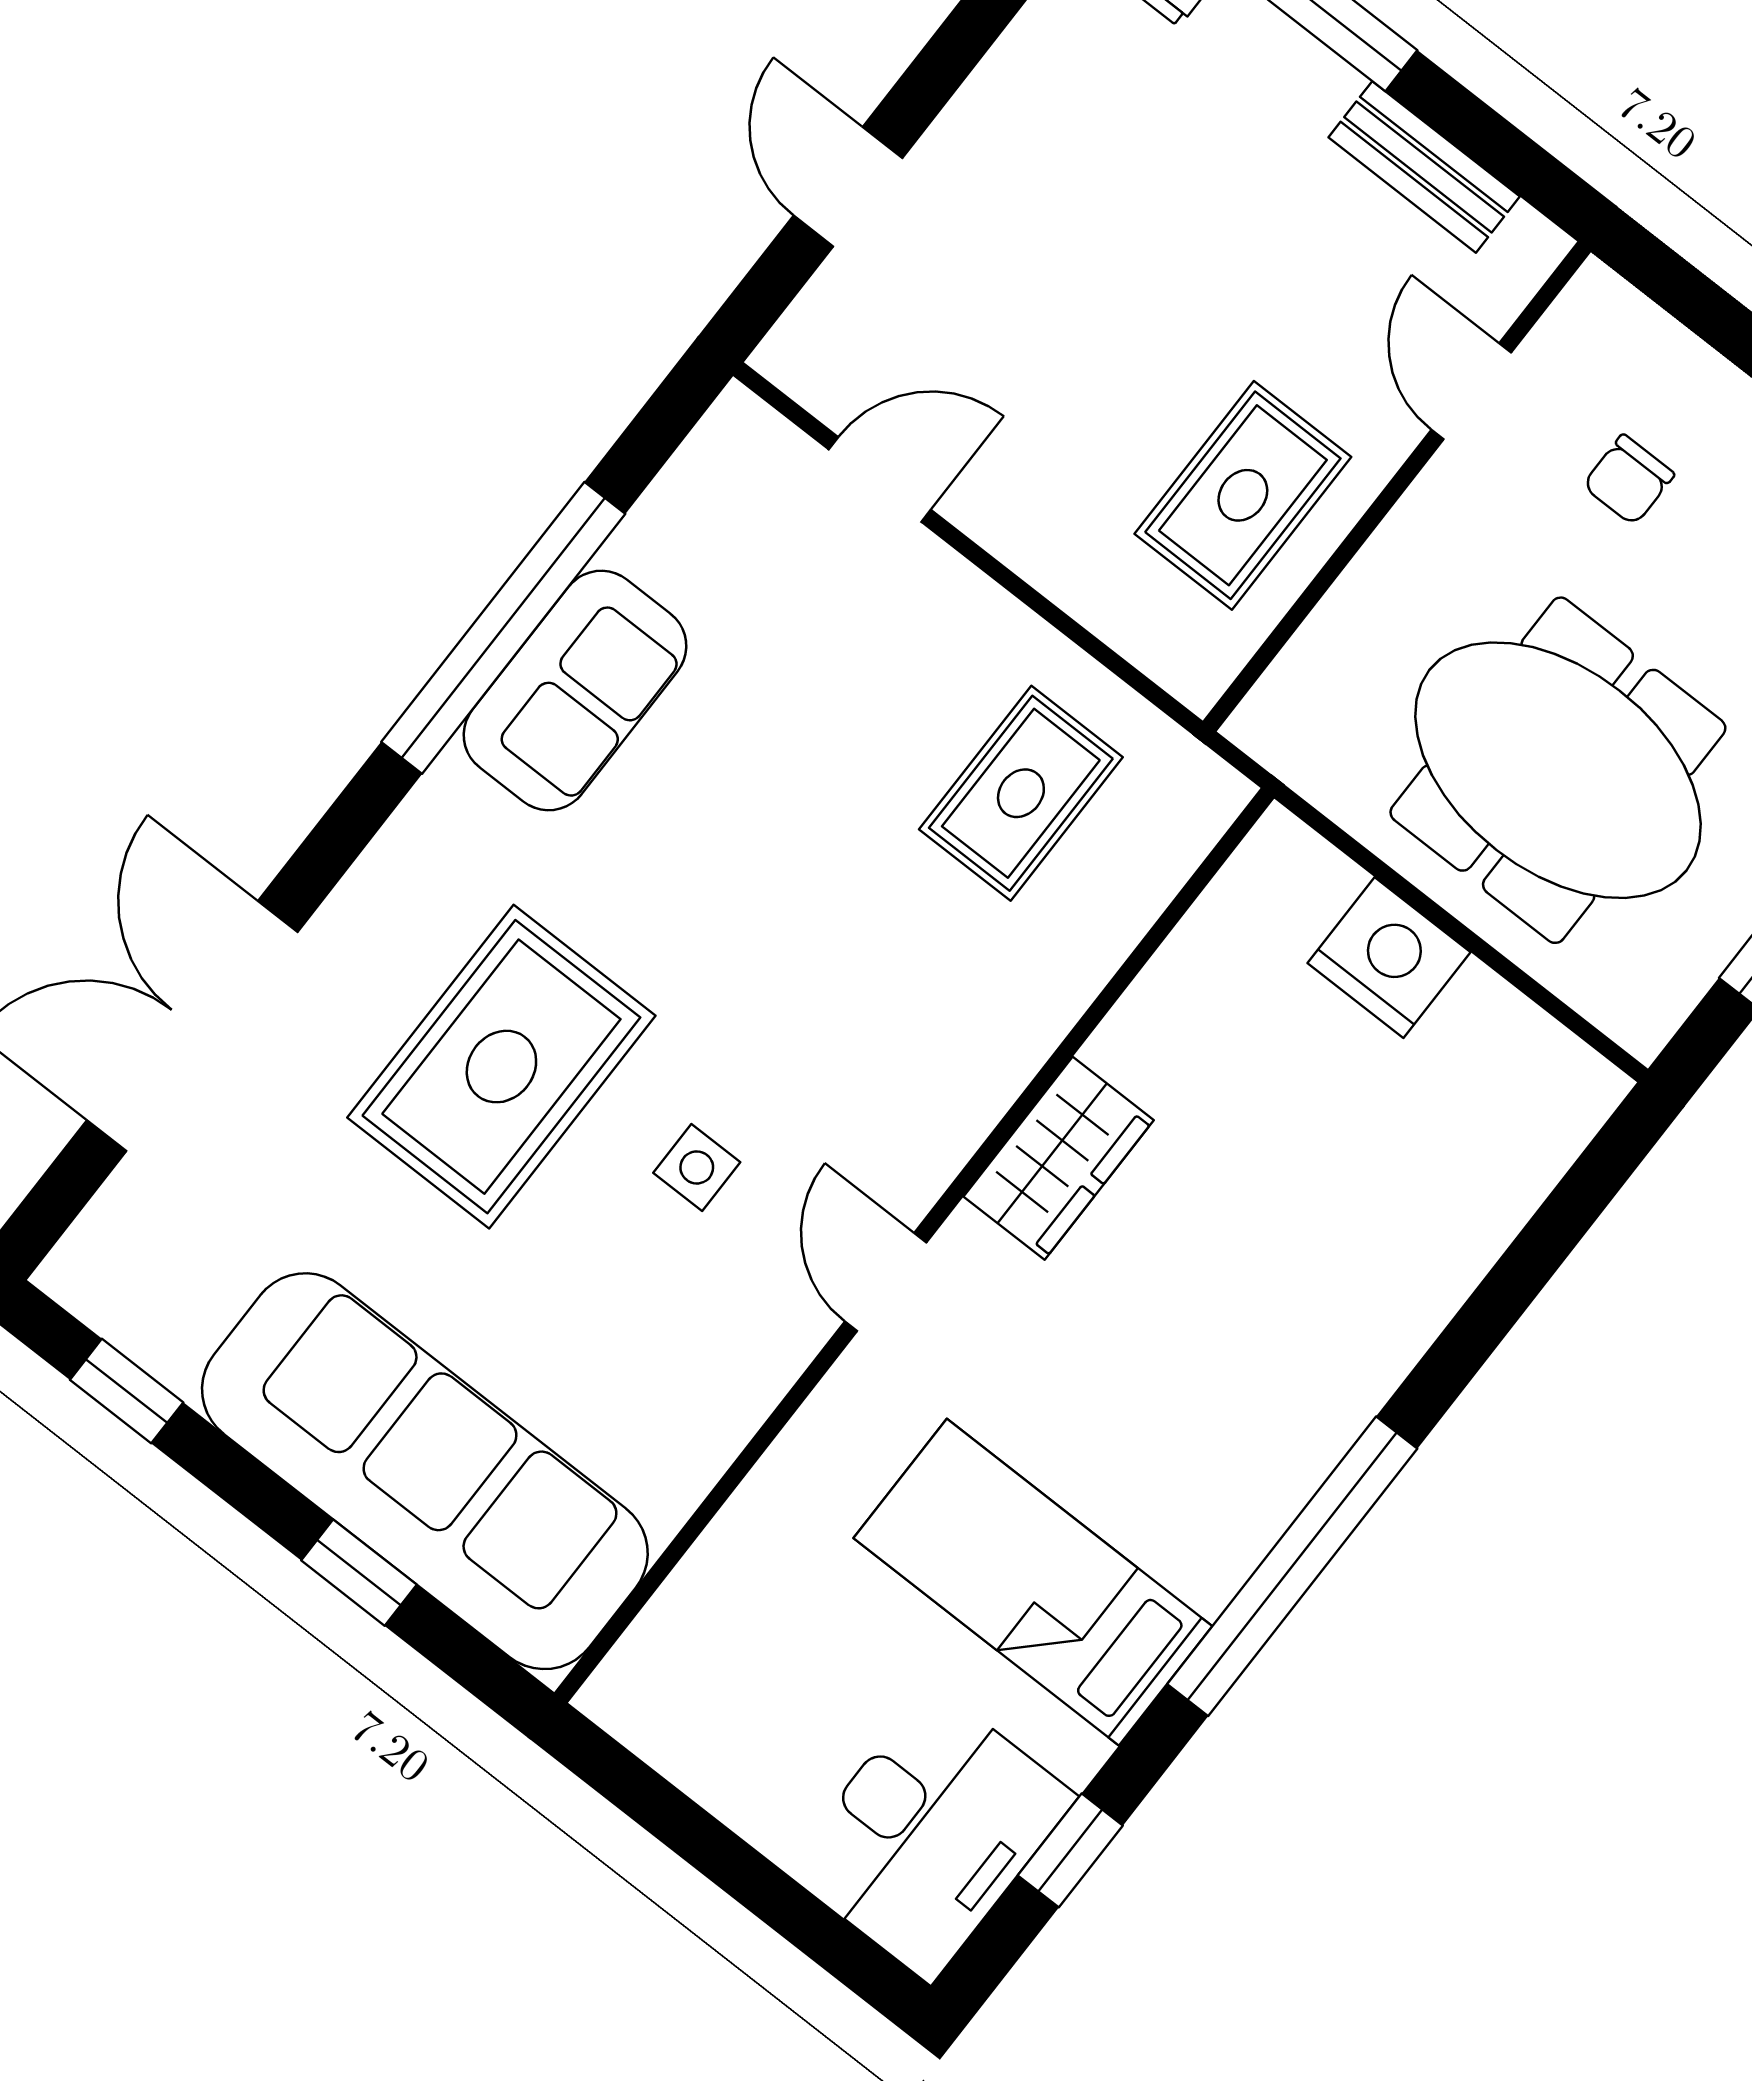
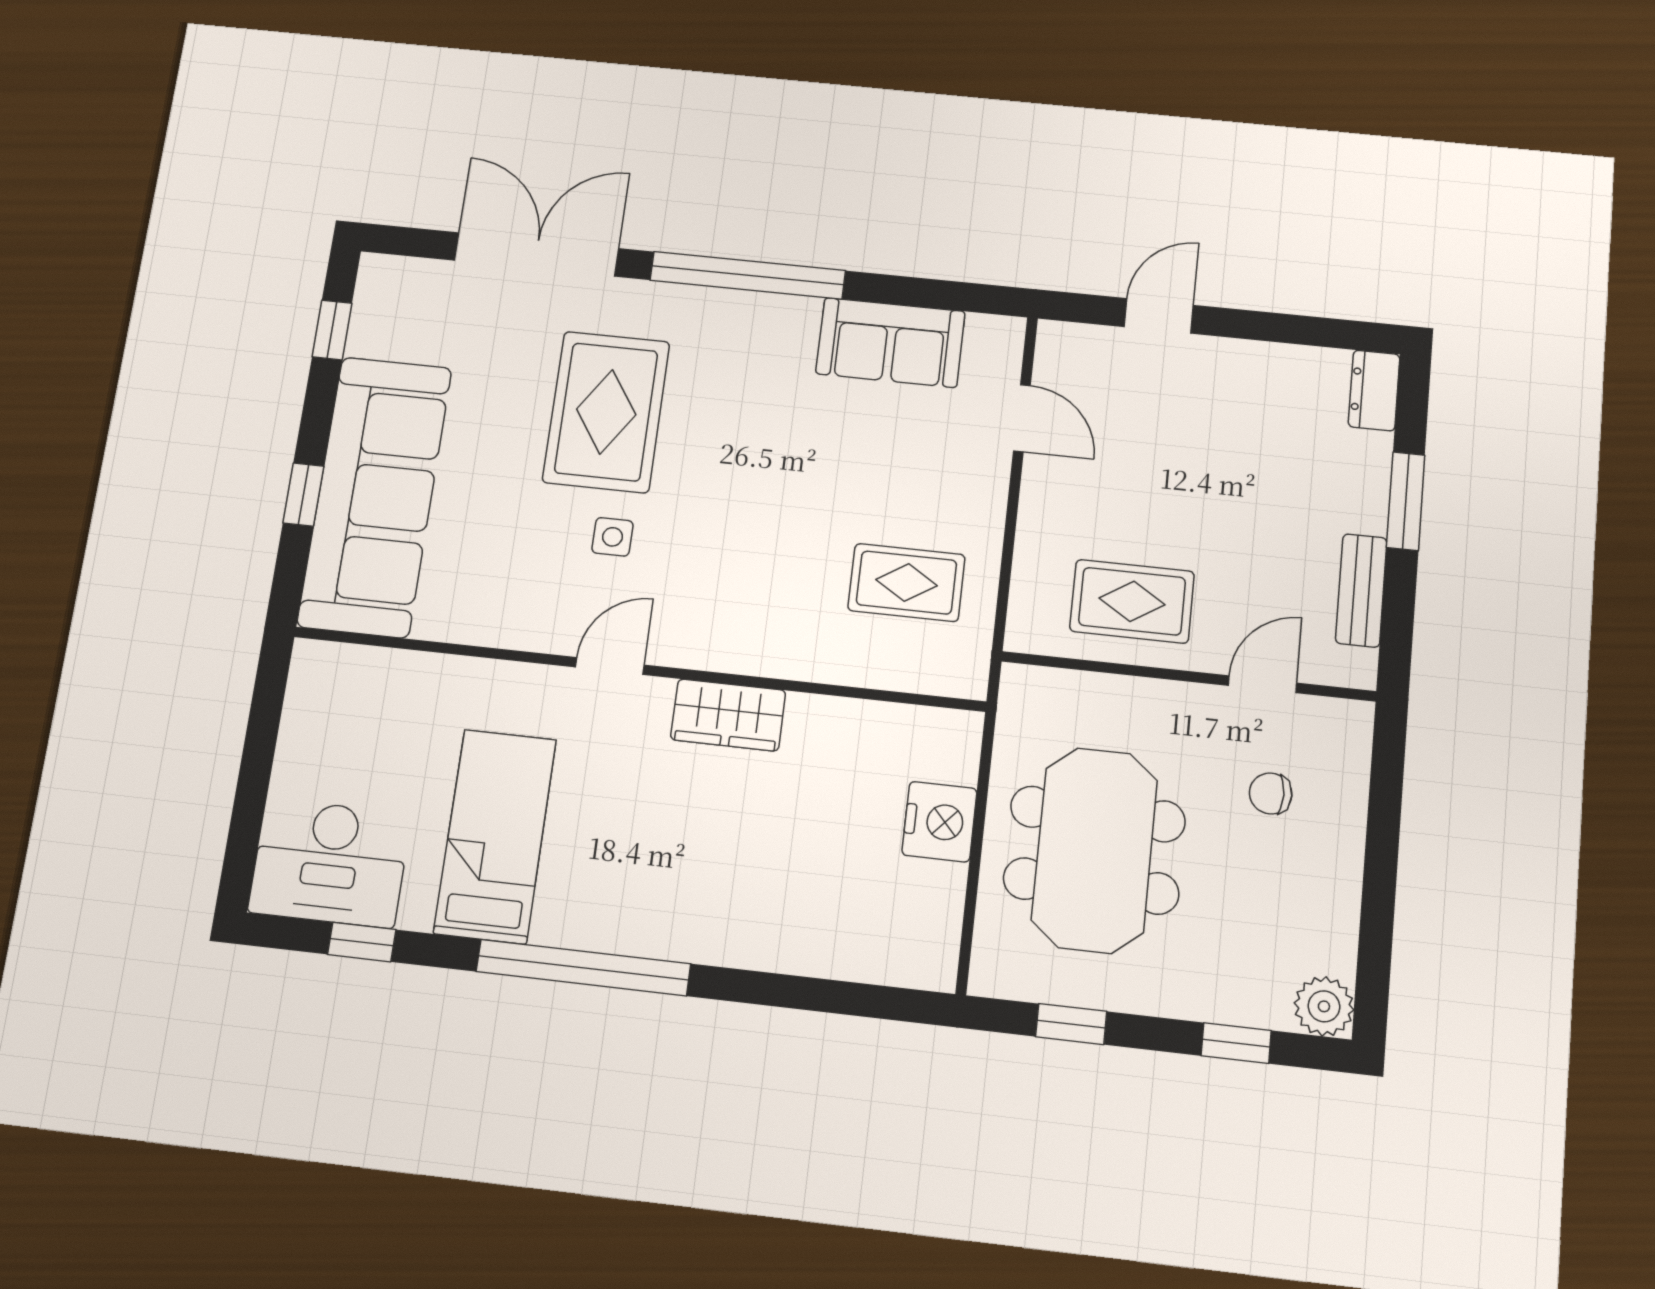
window: (503, 628) -> (748, 275), moved
sofa: (575, 690) -> (890, 343), moved
rug: (501, 1067) -> (606, 412), turned 90

